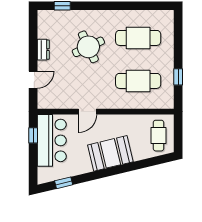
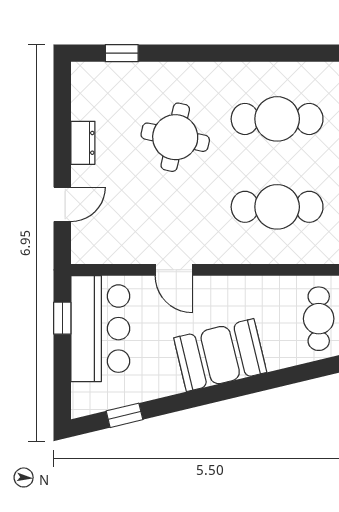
round table: (88, 47) -> (175, 137), turned 37
door: (88, 112) -> (174, 270), hinge flipped

